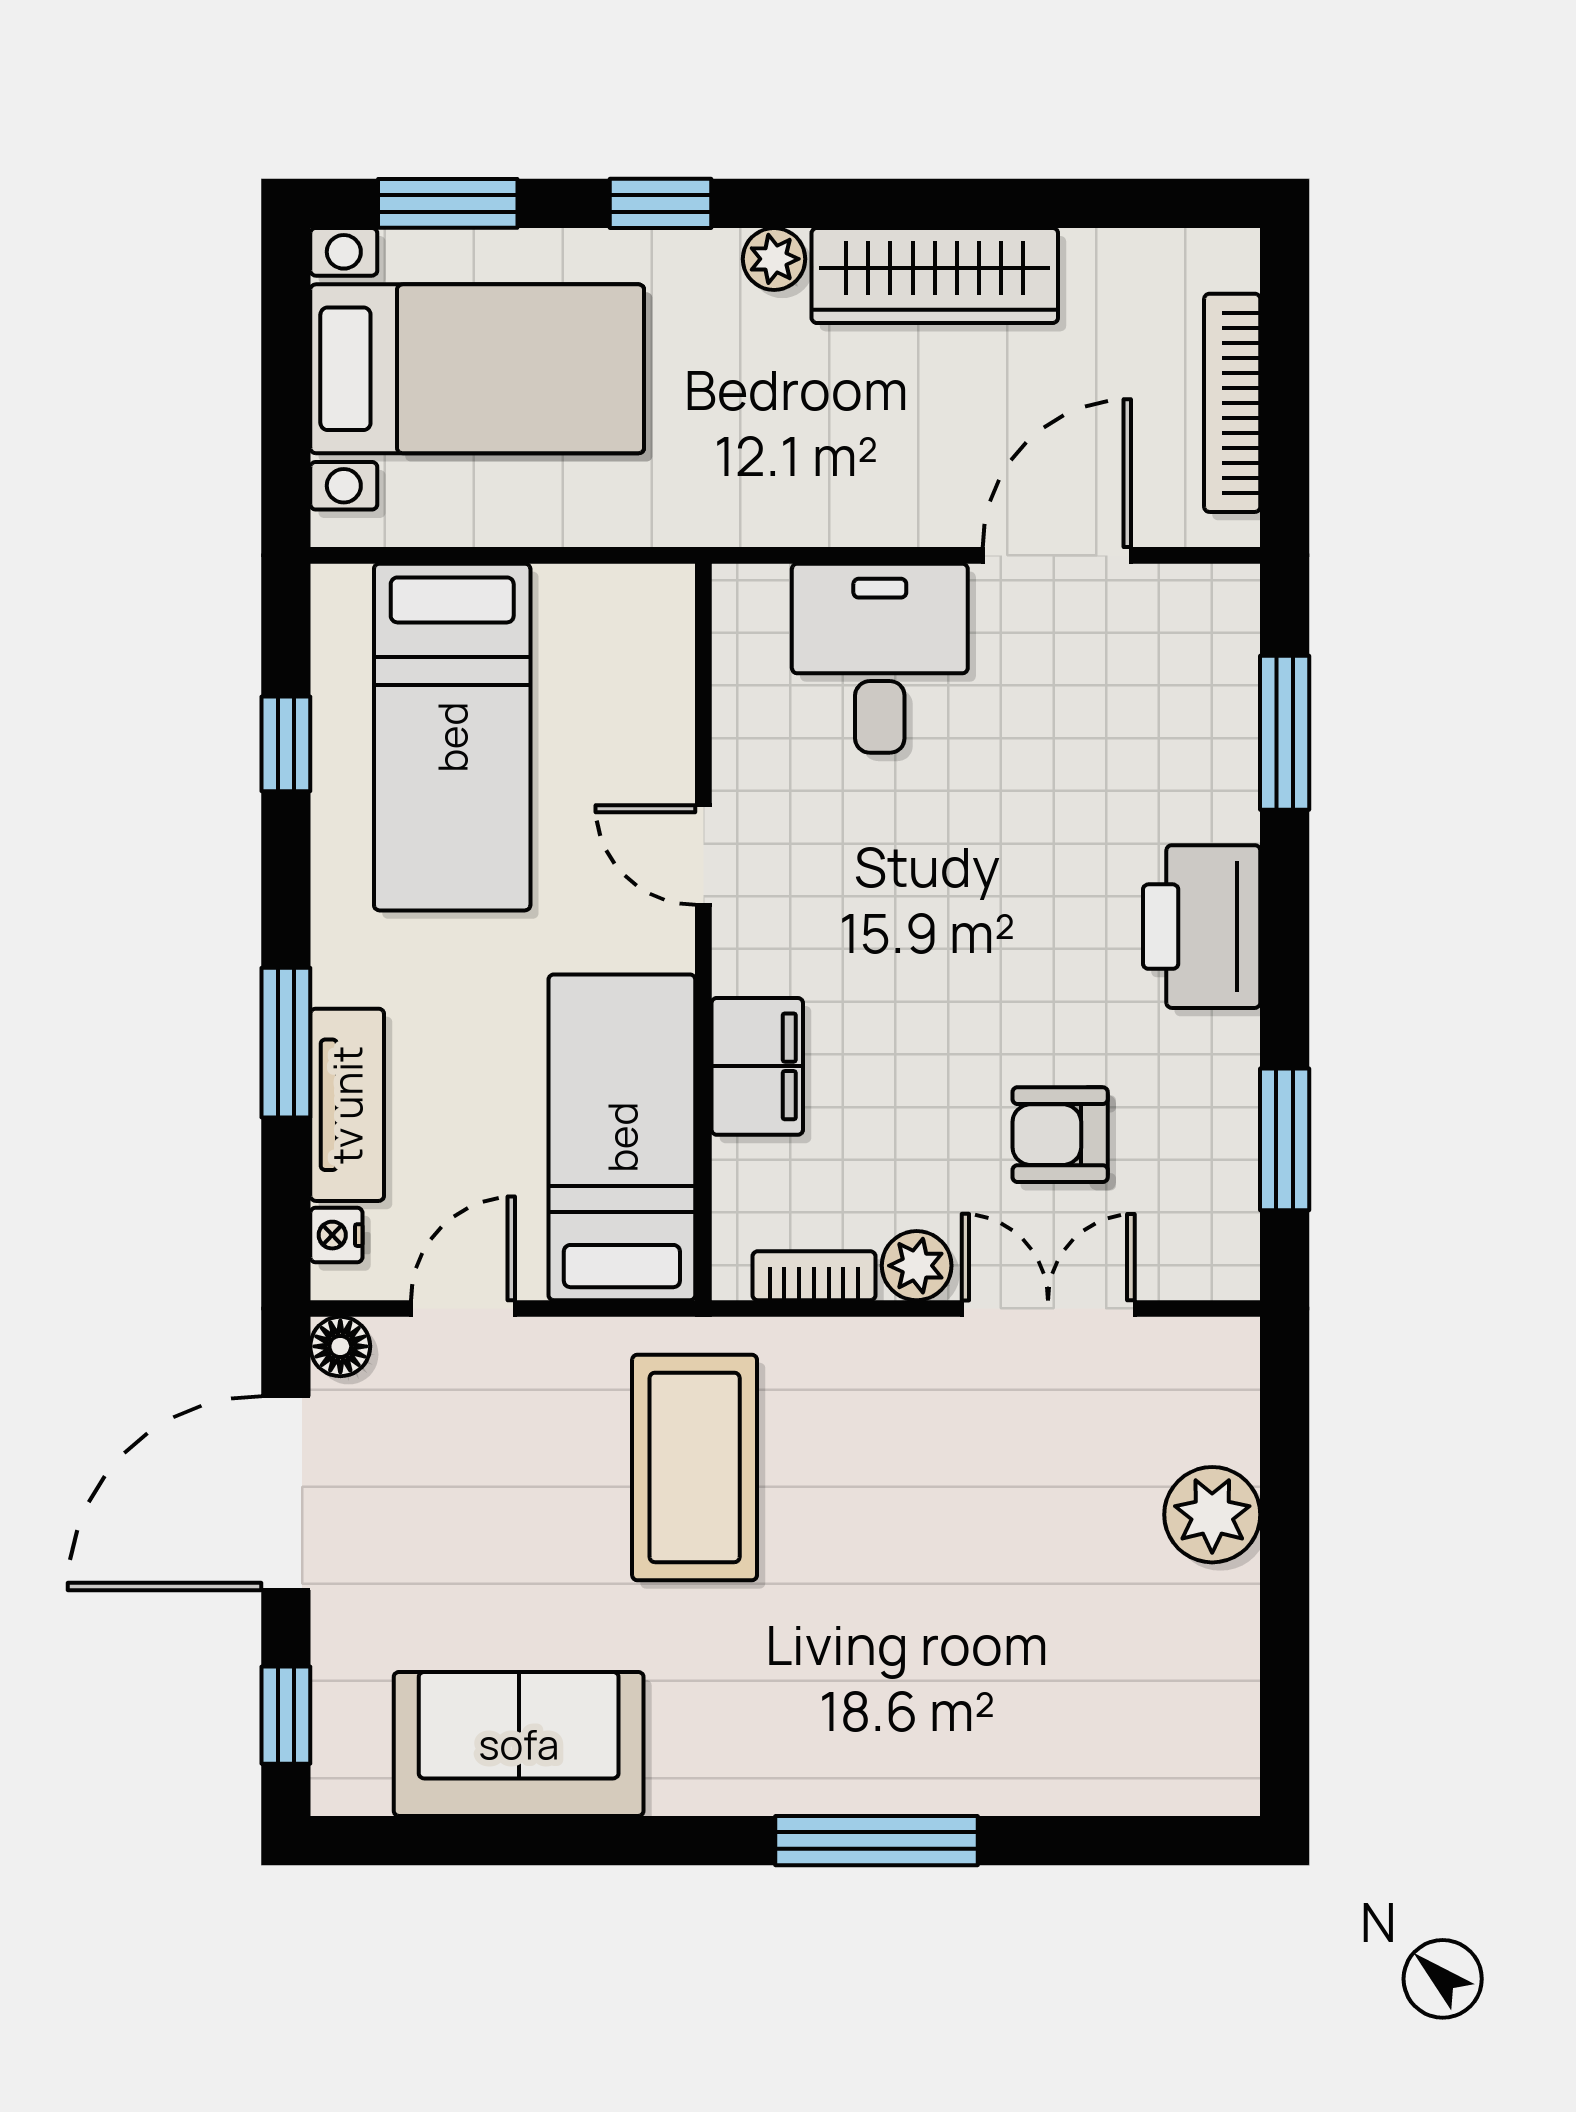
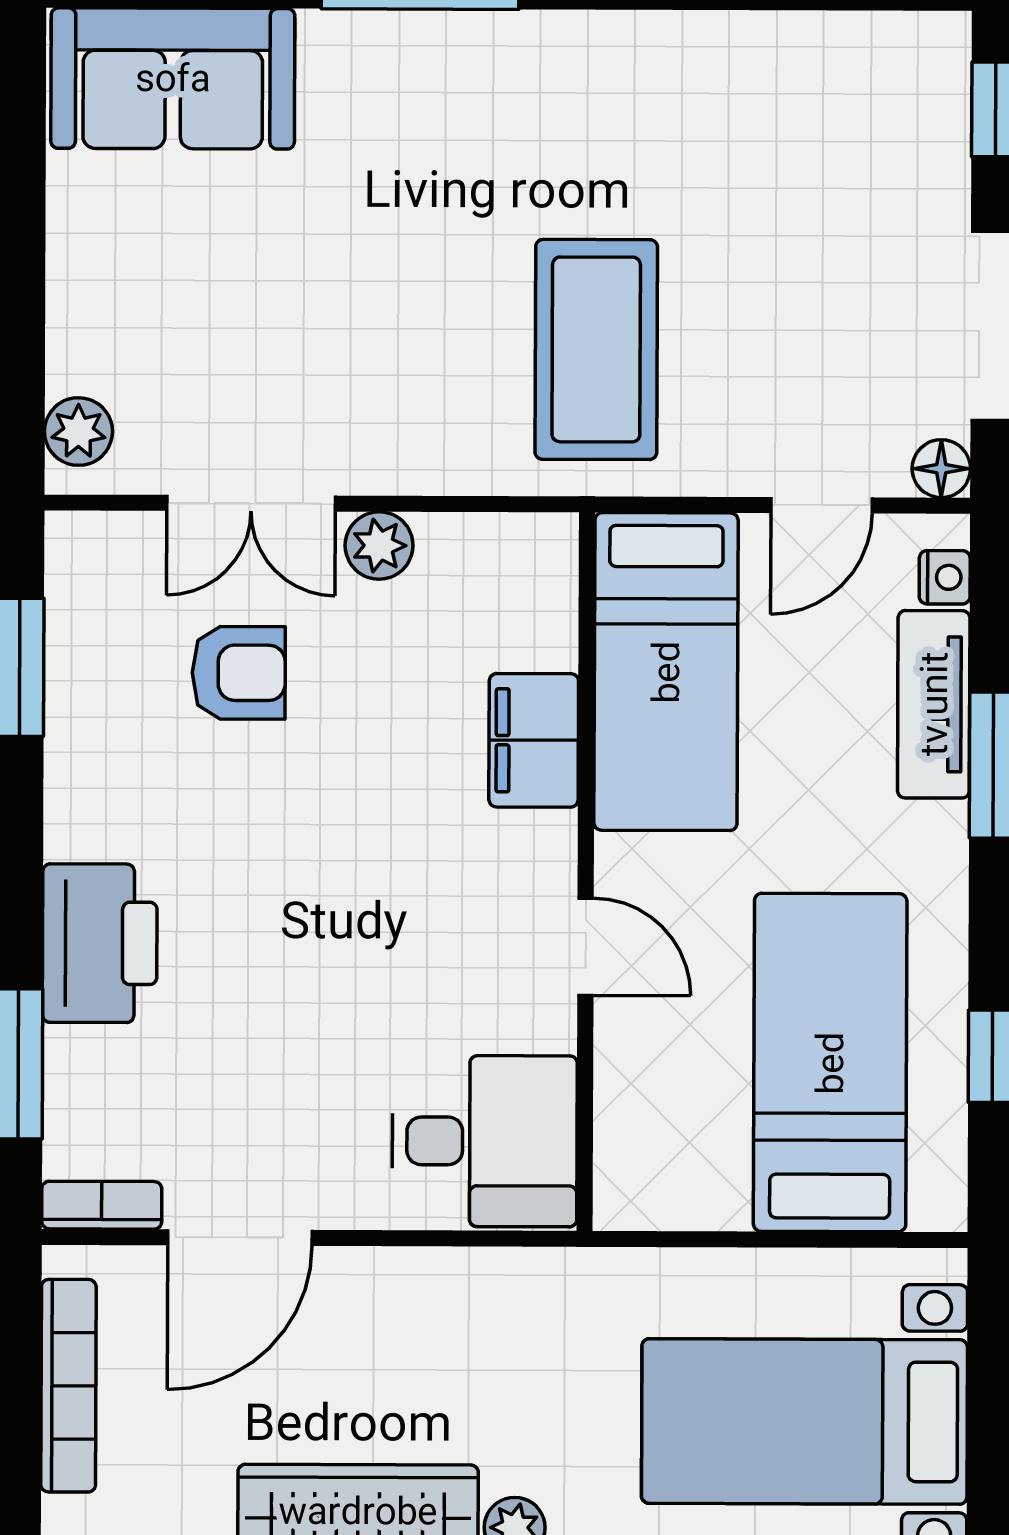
desk: (880, 658) -> (485, 1141), moved, turned -90
printer: (1202, 927) -> (100, 943), moved
bookcase: (814, 1276) -> (102, 1205), moved, turned 180
plant: (1212, 1515) -> (78, 432), moved, width x0.73, depth x0.73
sofa: (519, 1744) -> (173, 78), moved

